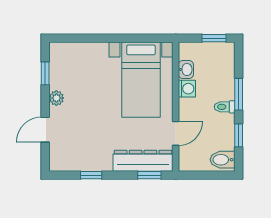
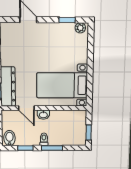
washbasin: (186, 69) -> (43, 115), moved
washing machine: (187, 89) -> (56, 115), removed
plant: (56, 98) -> (80, 28), moved

